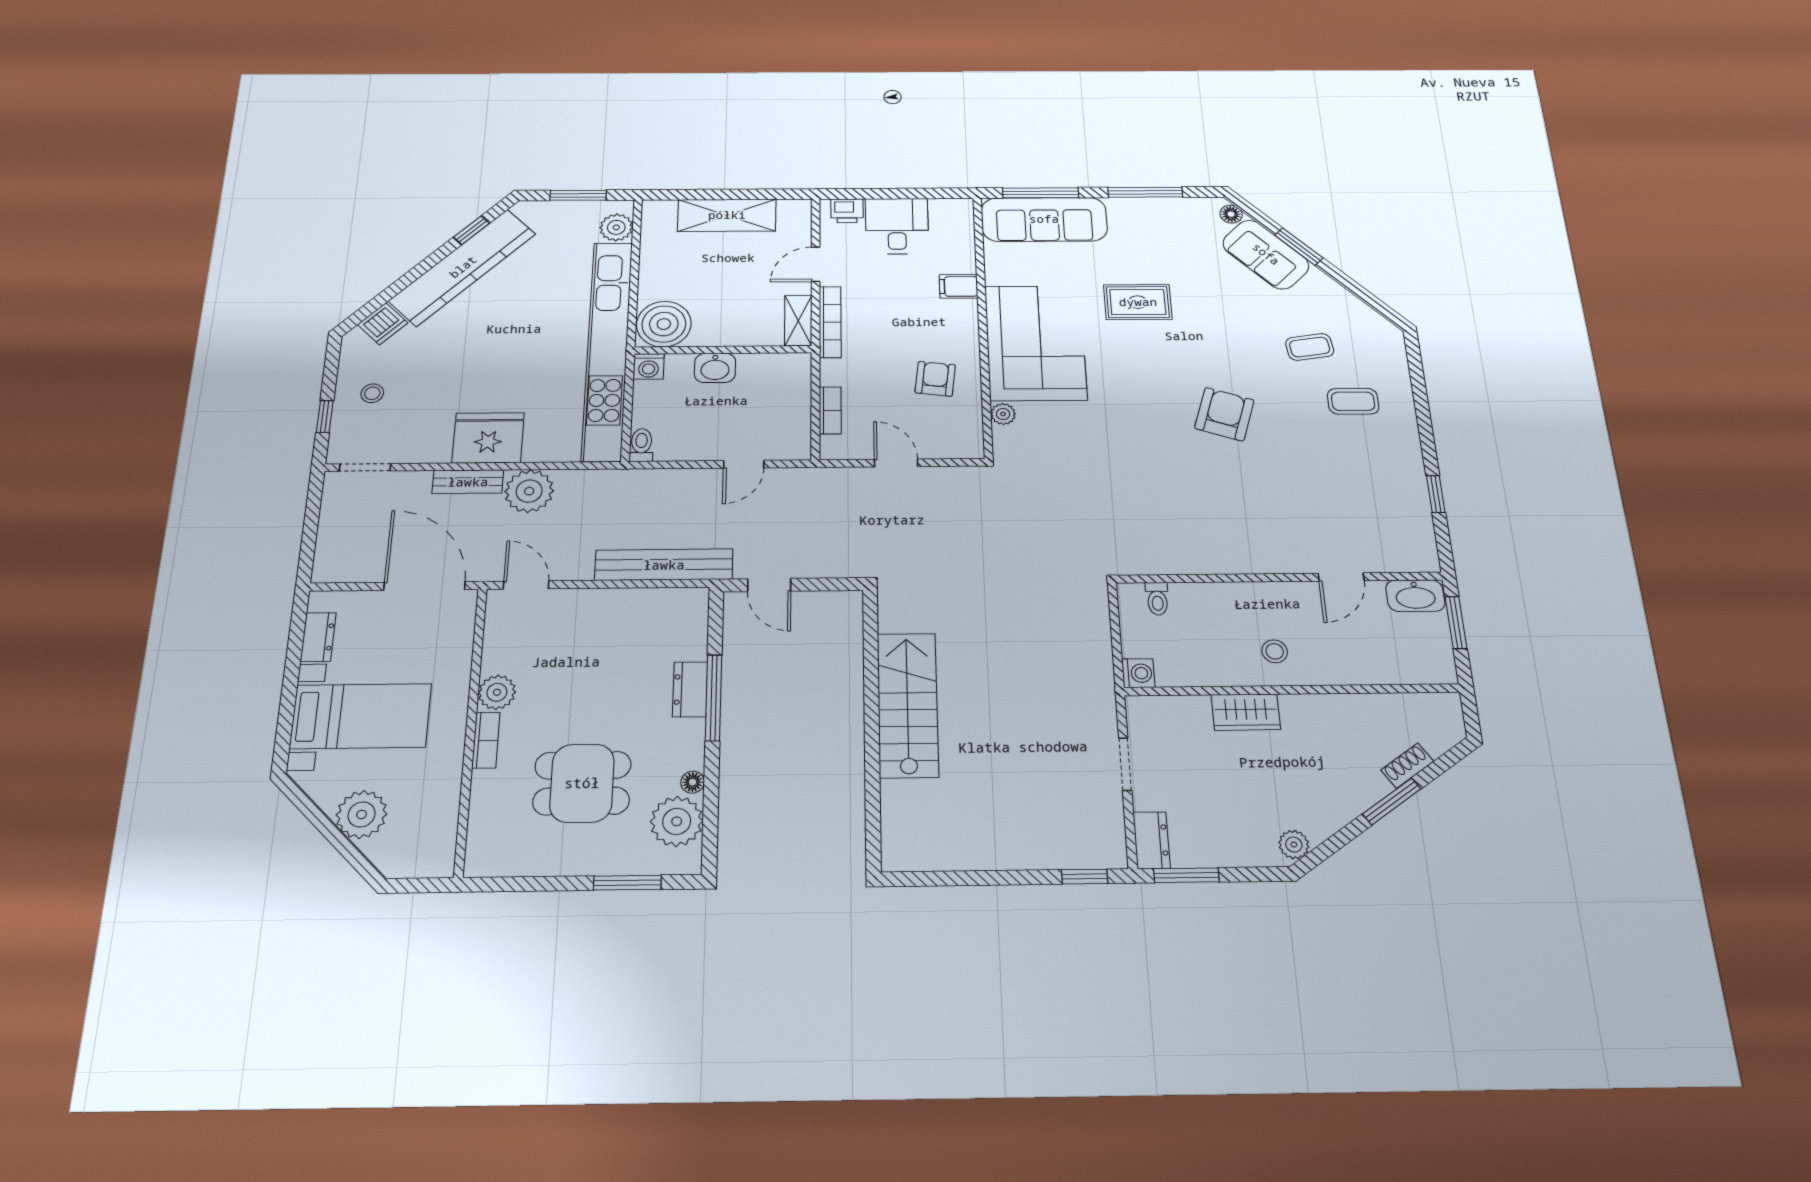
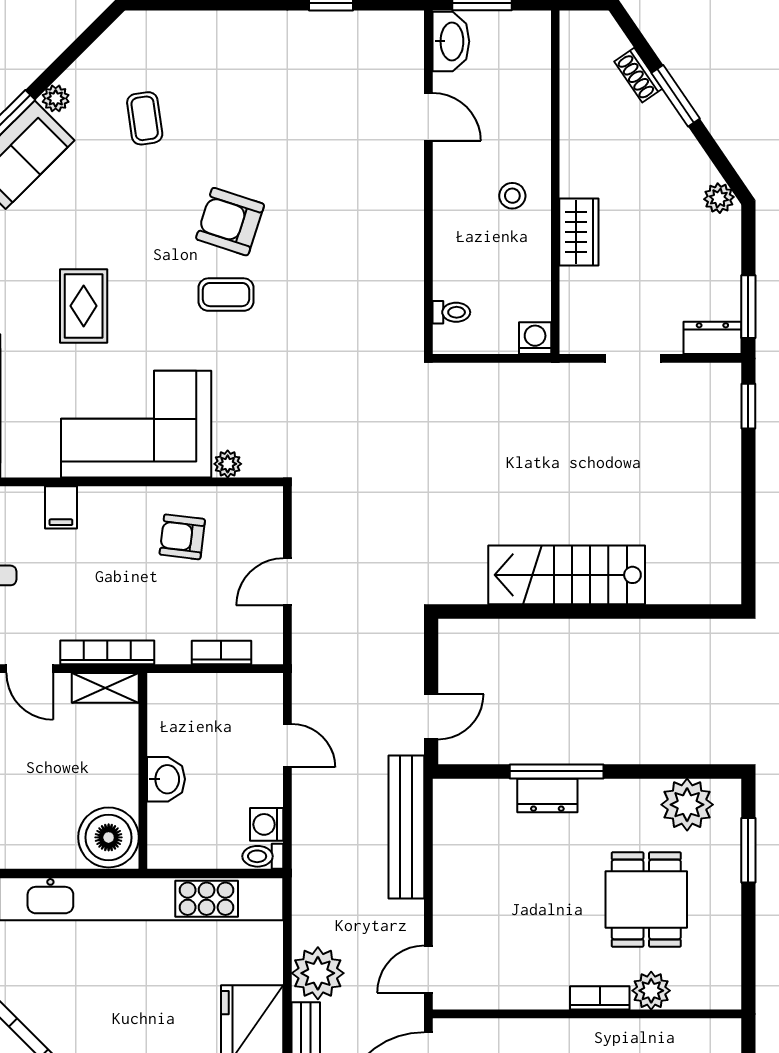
plant: (1318, 280) -> (56, 98), added
washing machine: (649, 366) -> (267, 824), moved, turned 180
coffee table: (1353, 401) -> (226, 295), moved, turned 90
plant: (497, 692) -> (651, 991), moved
floor lamp: (693, 782) -> (647, 790), removed

